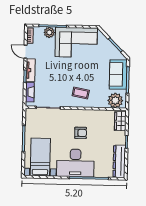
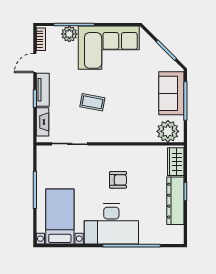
door: (25, 52) -> (35, 63), hinge flipped
coffee table: (81, 93) -> (92, 102), moved
dresser: (119, 161) -> (175, 201), moved

